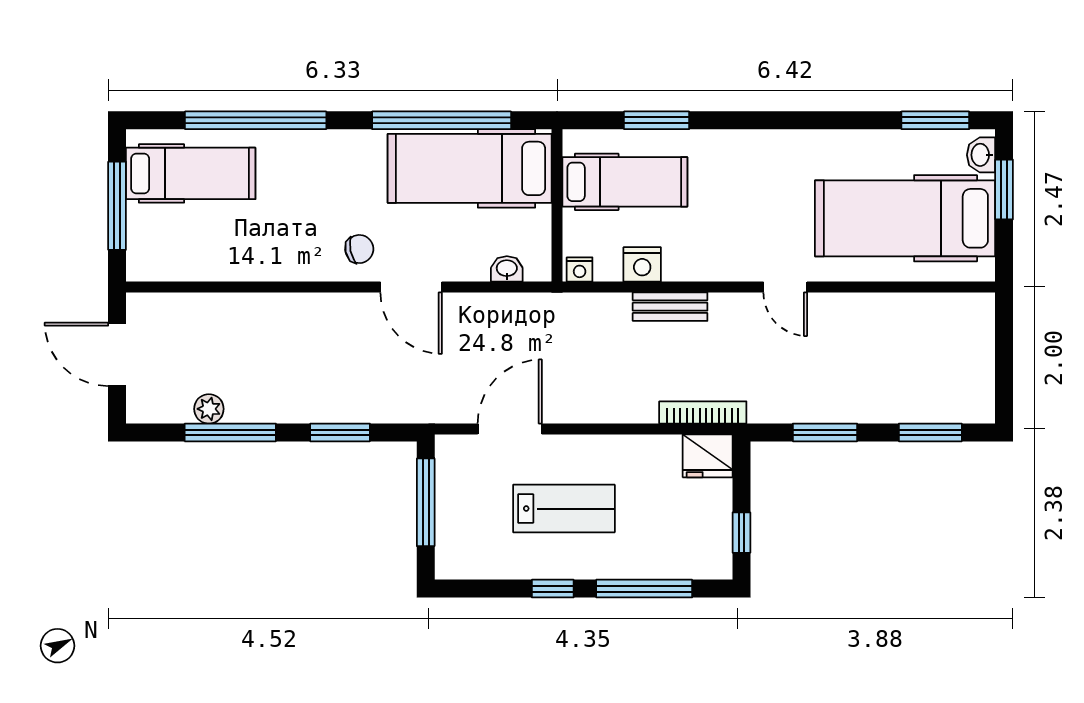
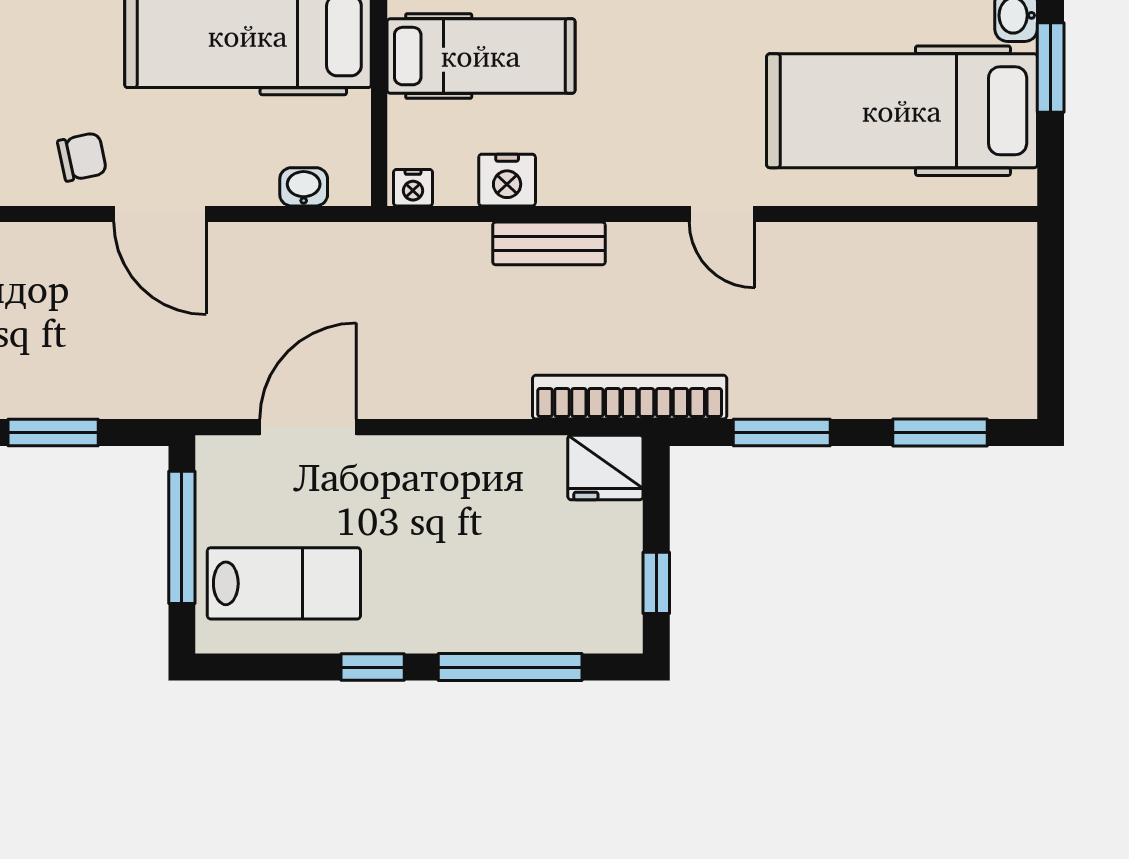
bookcase: (703, 412) -> (630, 397), width x1.48, depth x1.31
lab bench: (564, 509) -> (284, 583), moved

